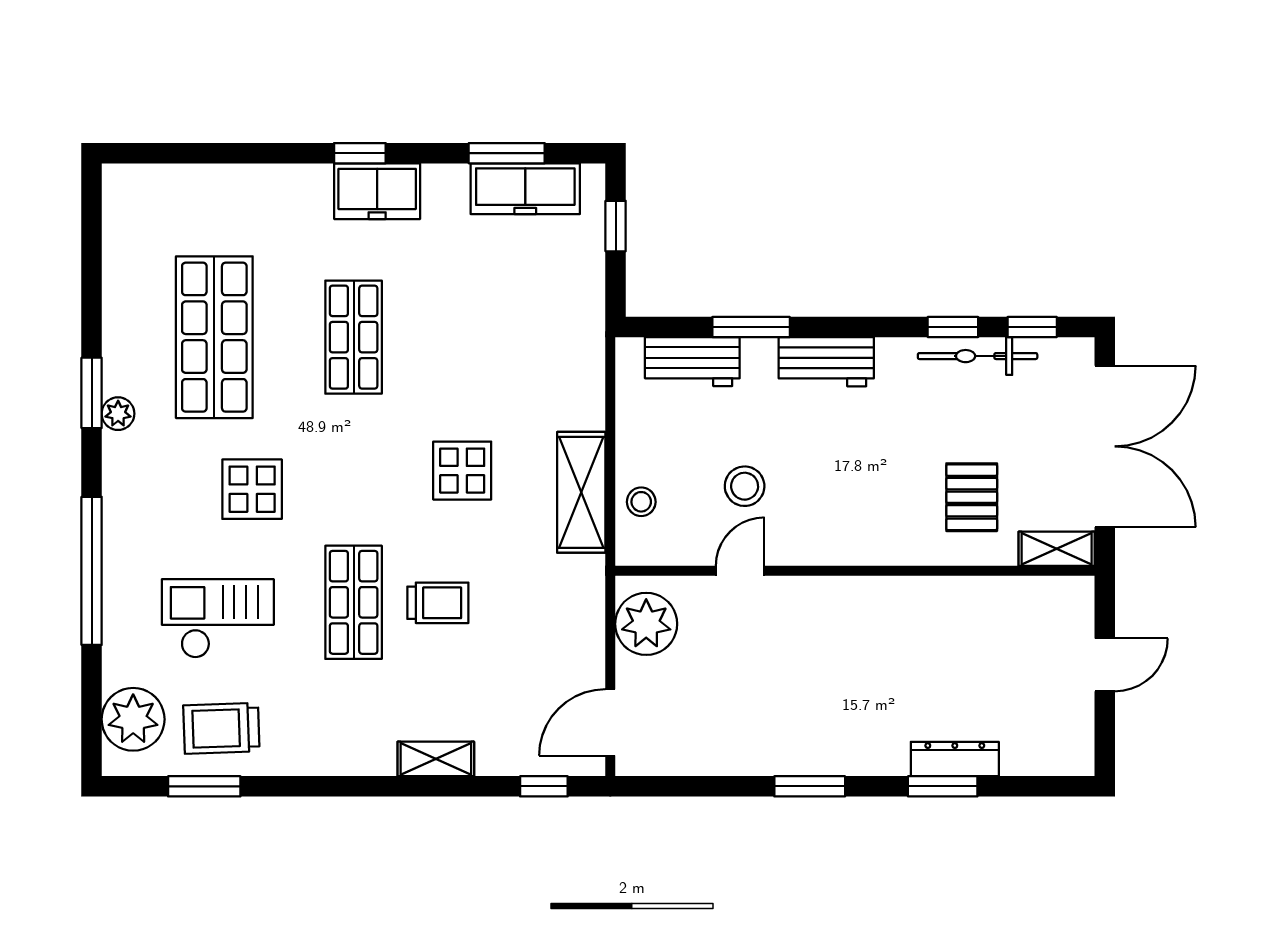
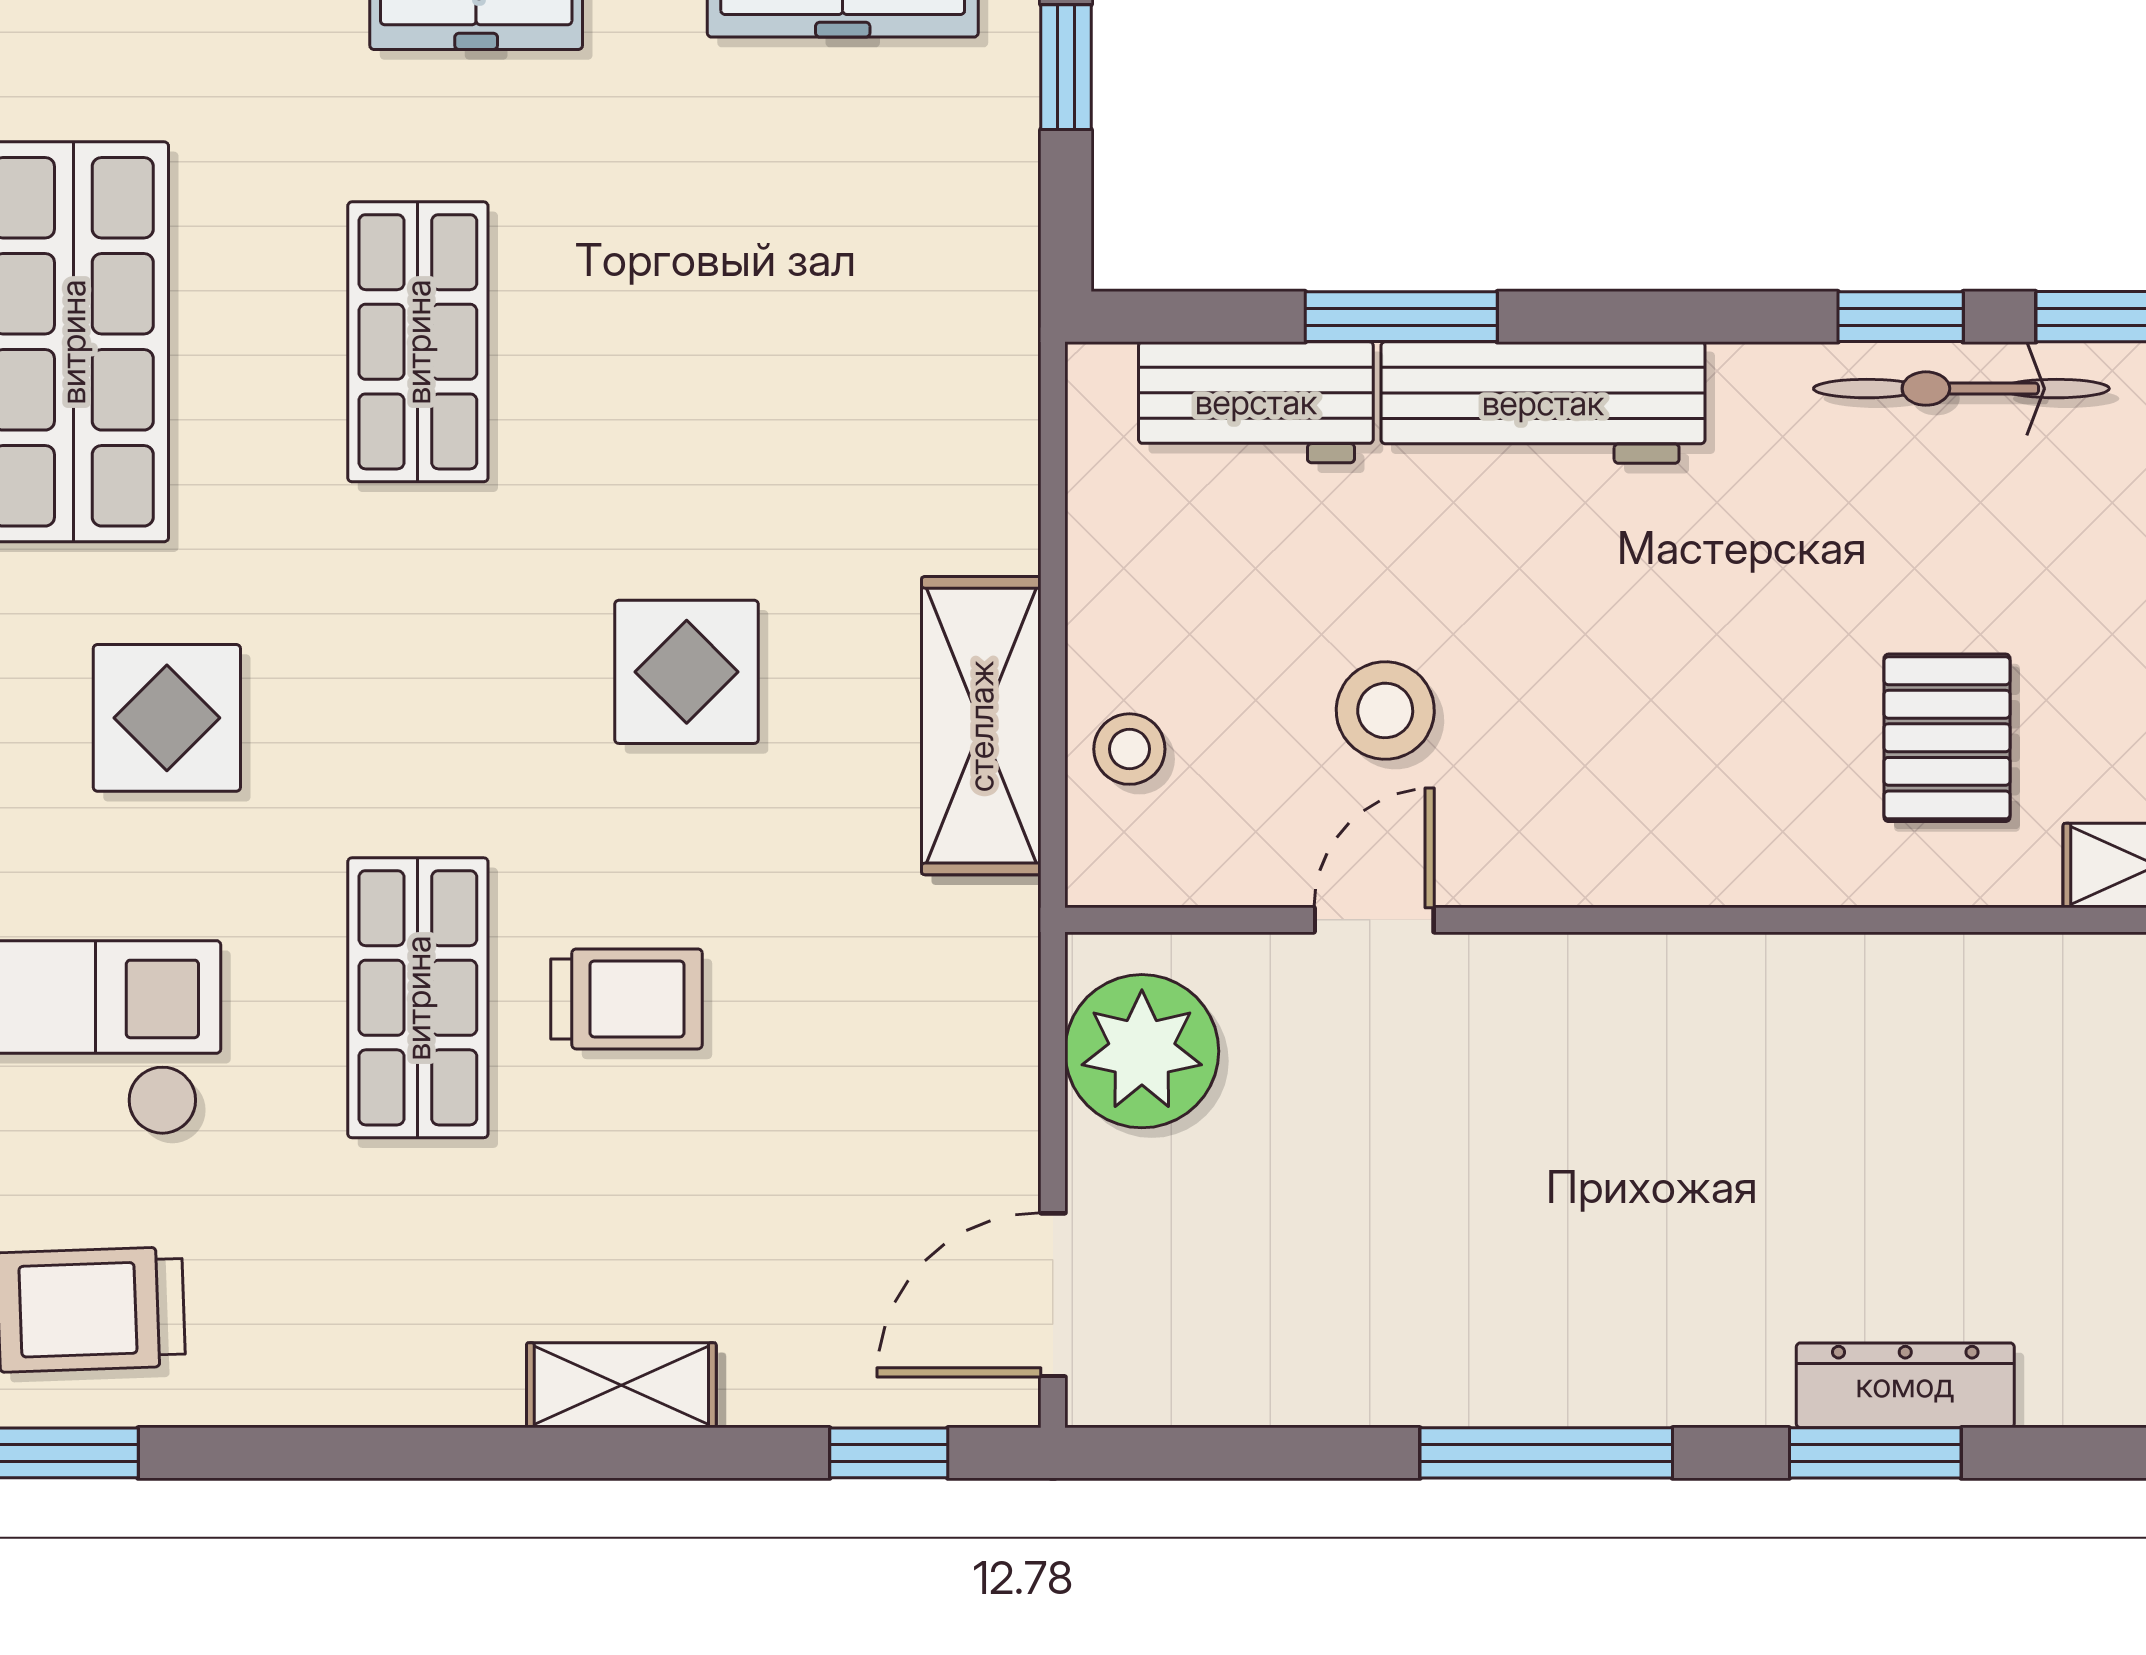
workbench: (826, 362) -> (1543, 403), width x1.37
window: (810, 786) -> (1546, 1453), width x1.44

